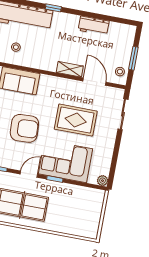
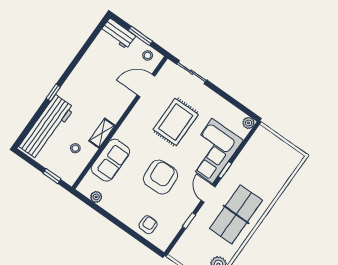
workbench: (94, 26) -> (118, 34), moved, turned 90
shelving: (70, 69) -> (102, 133), moved

